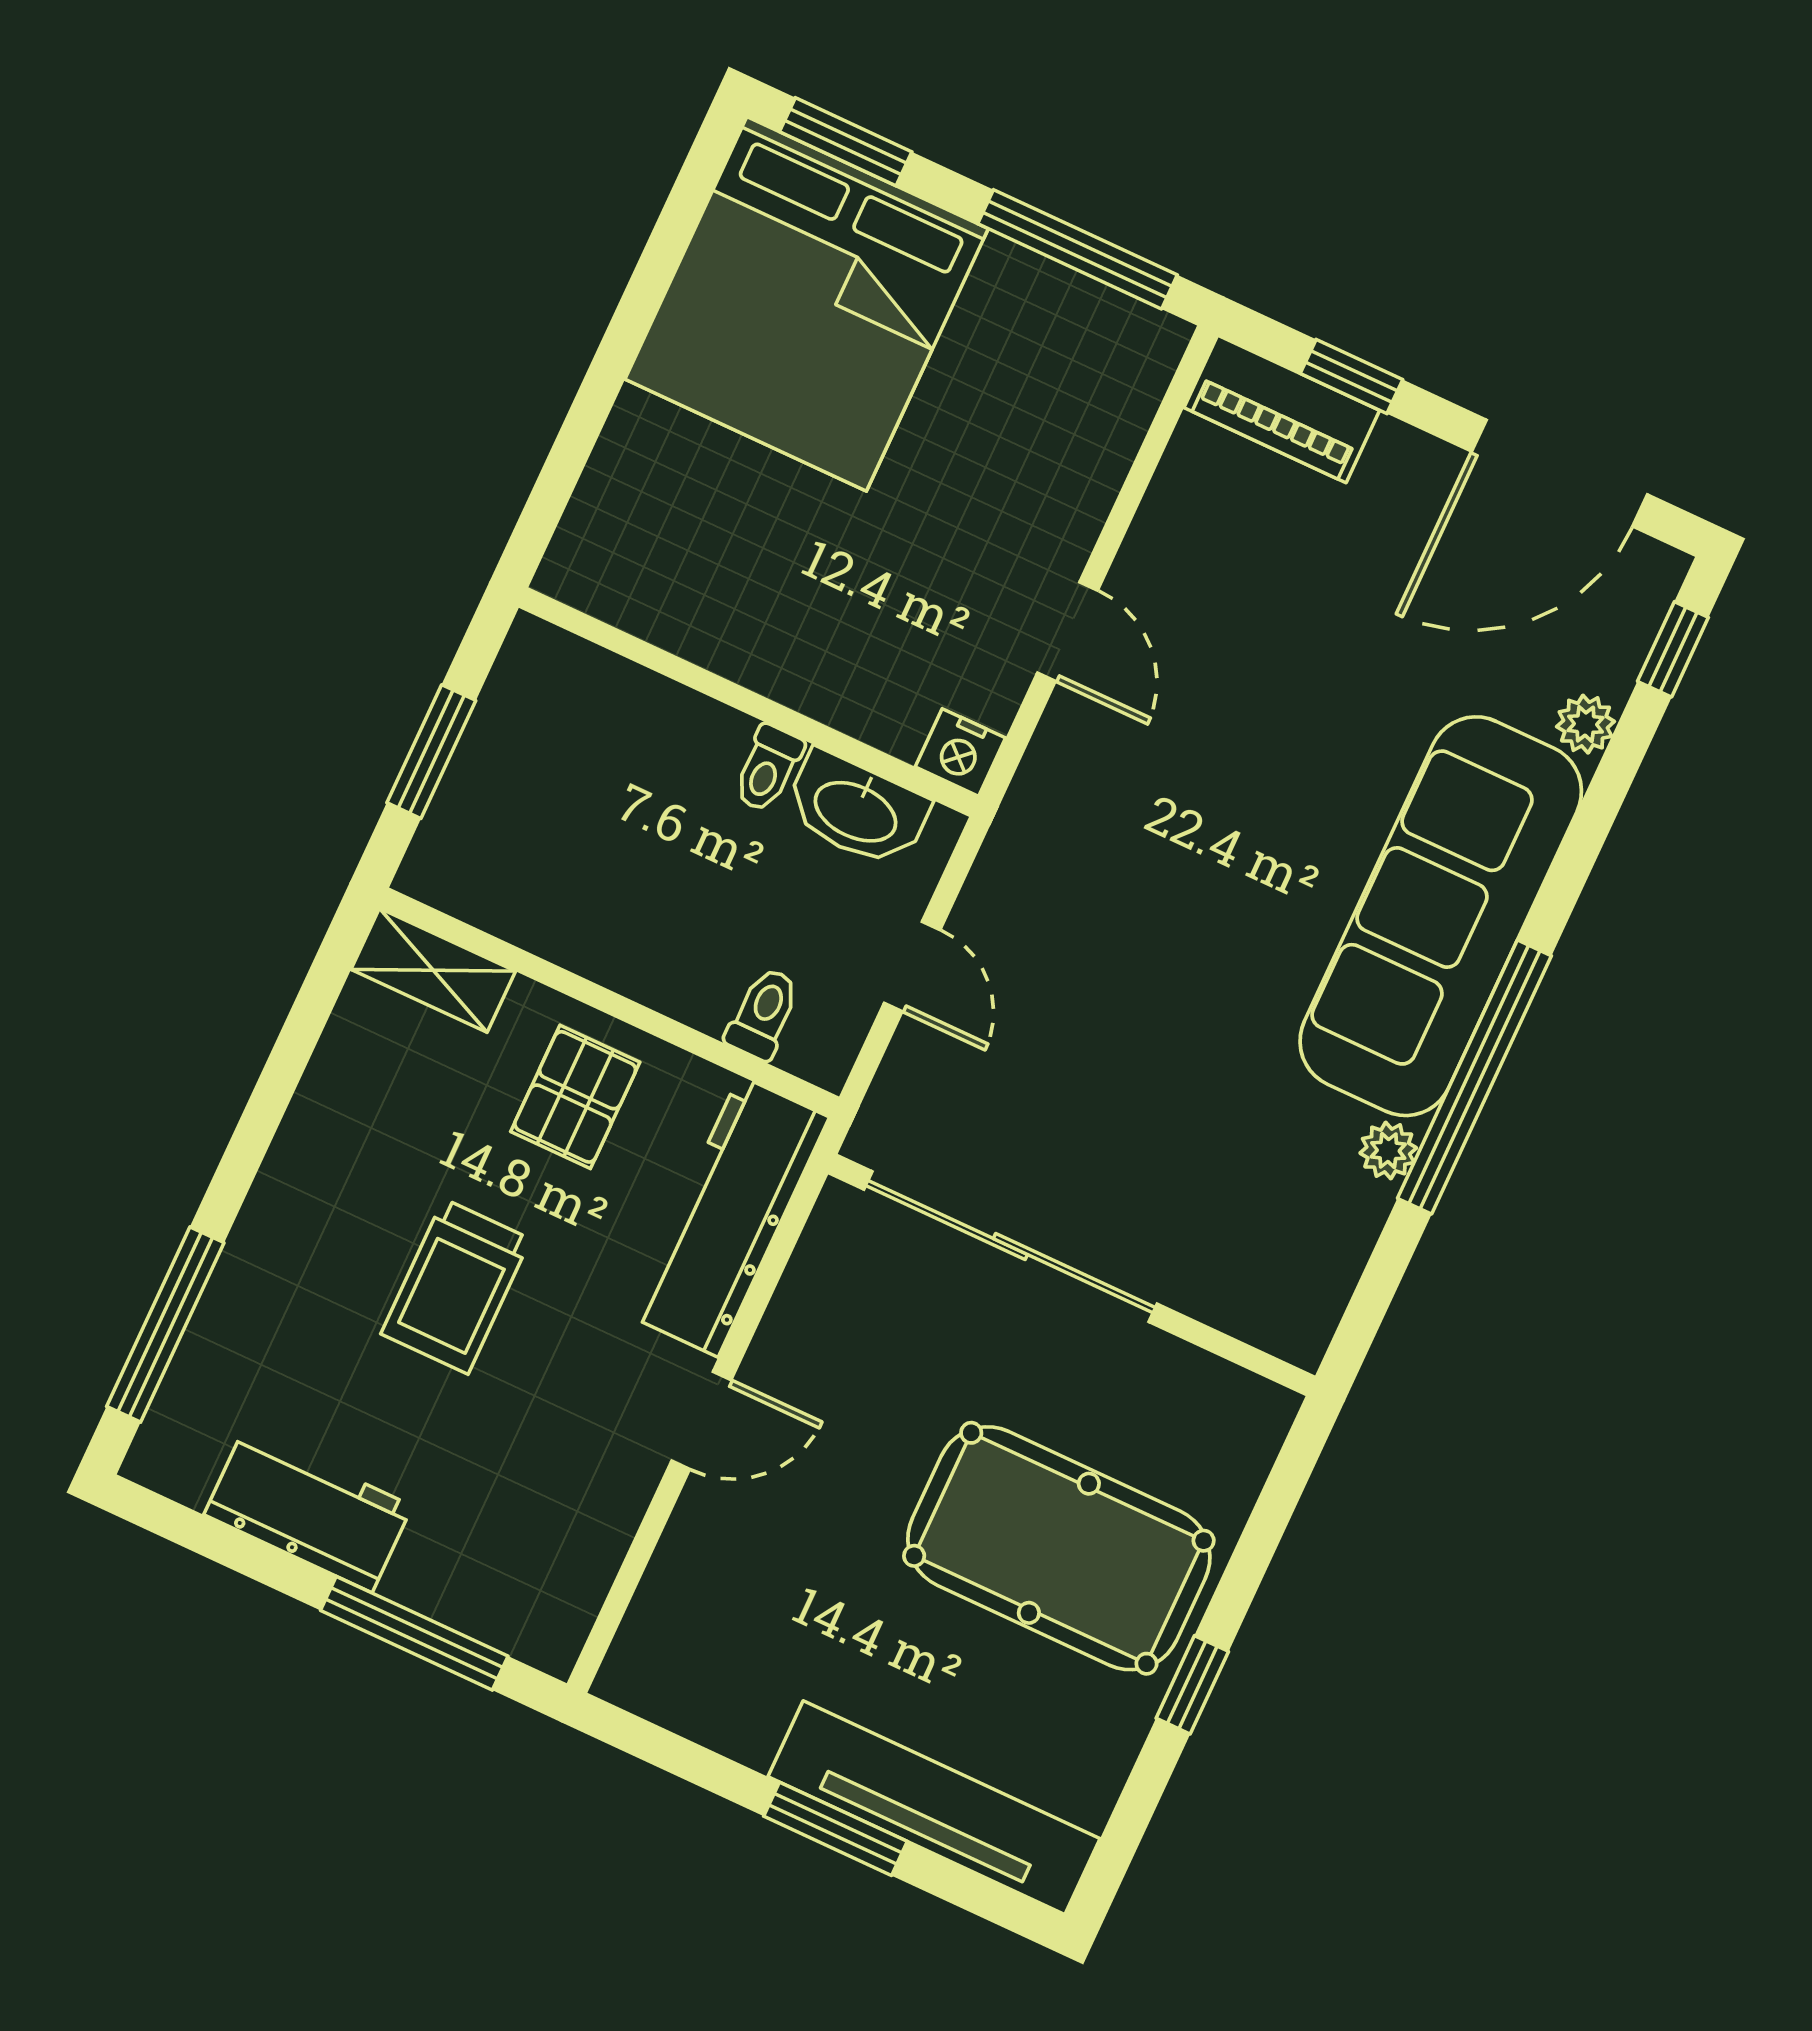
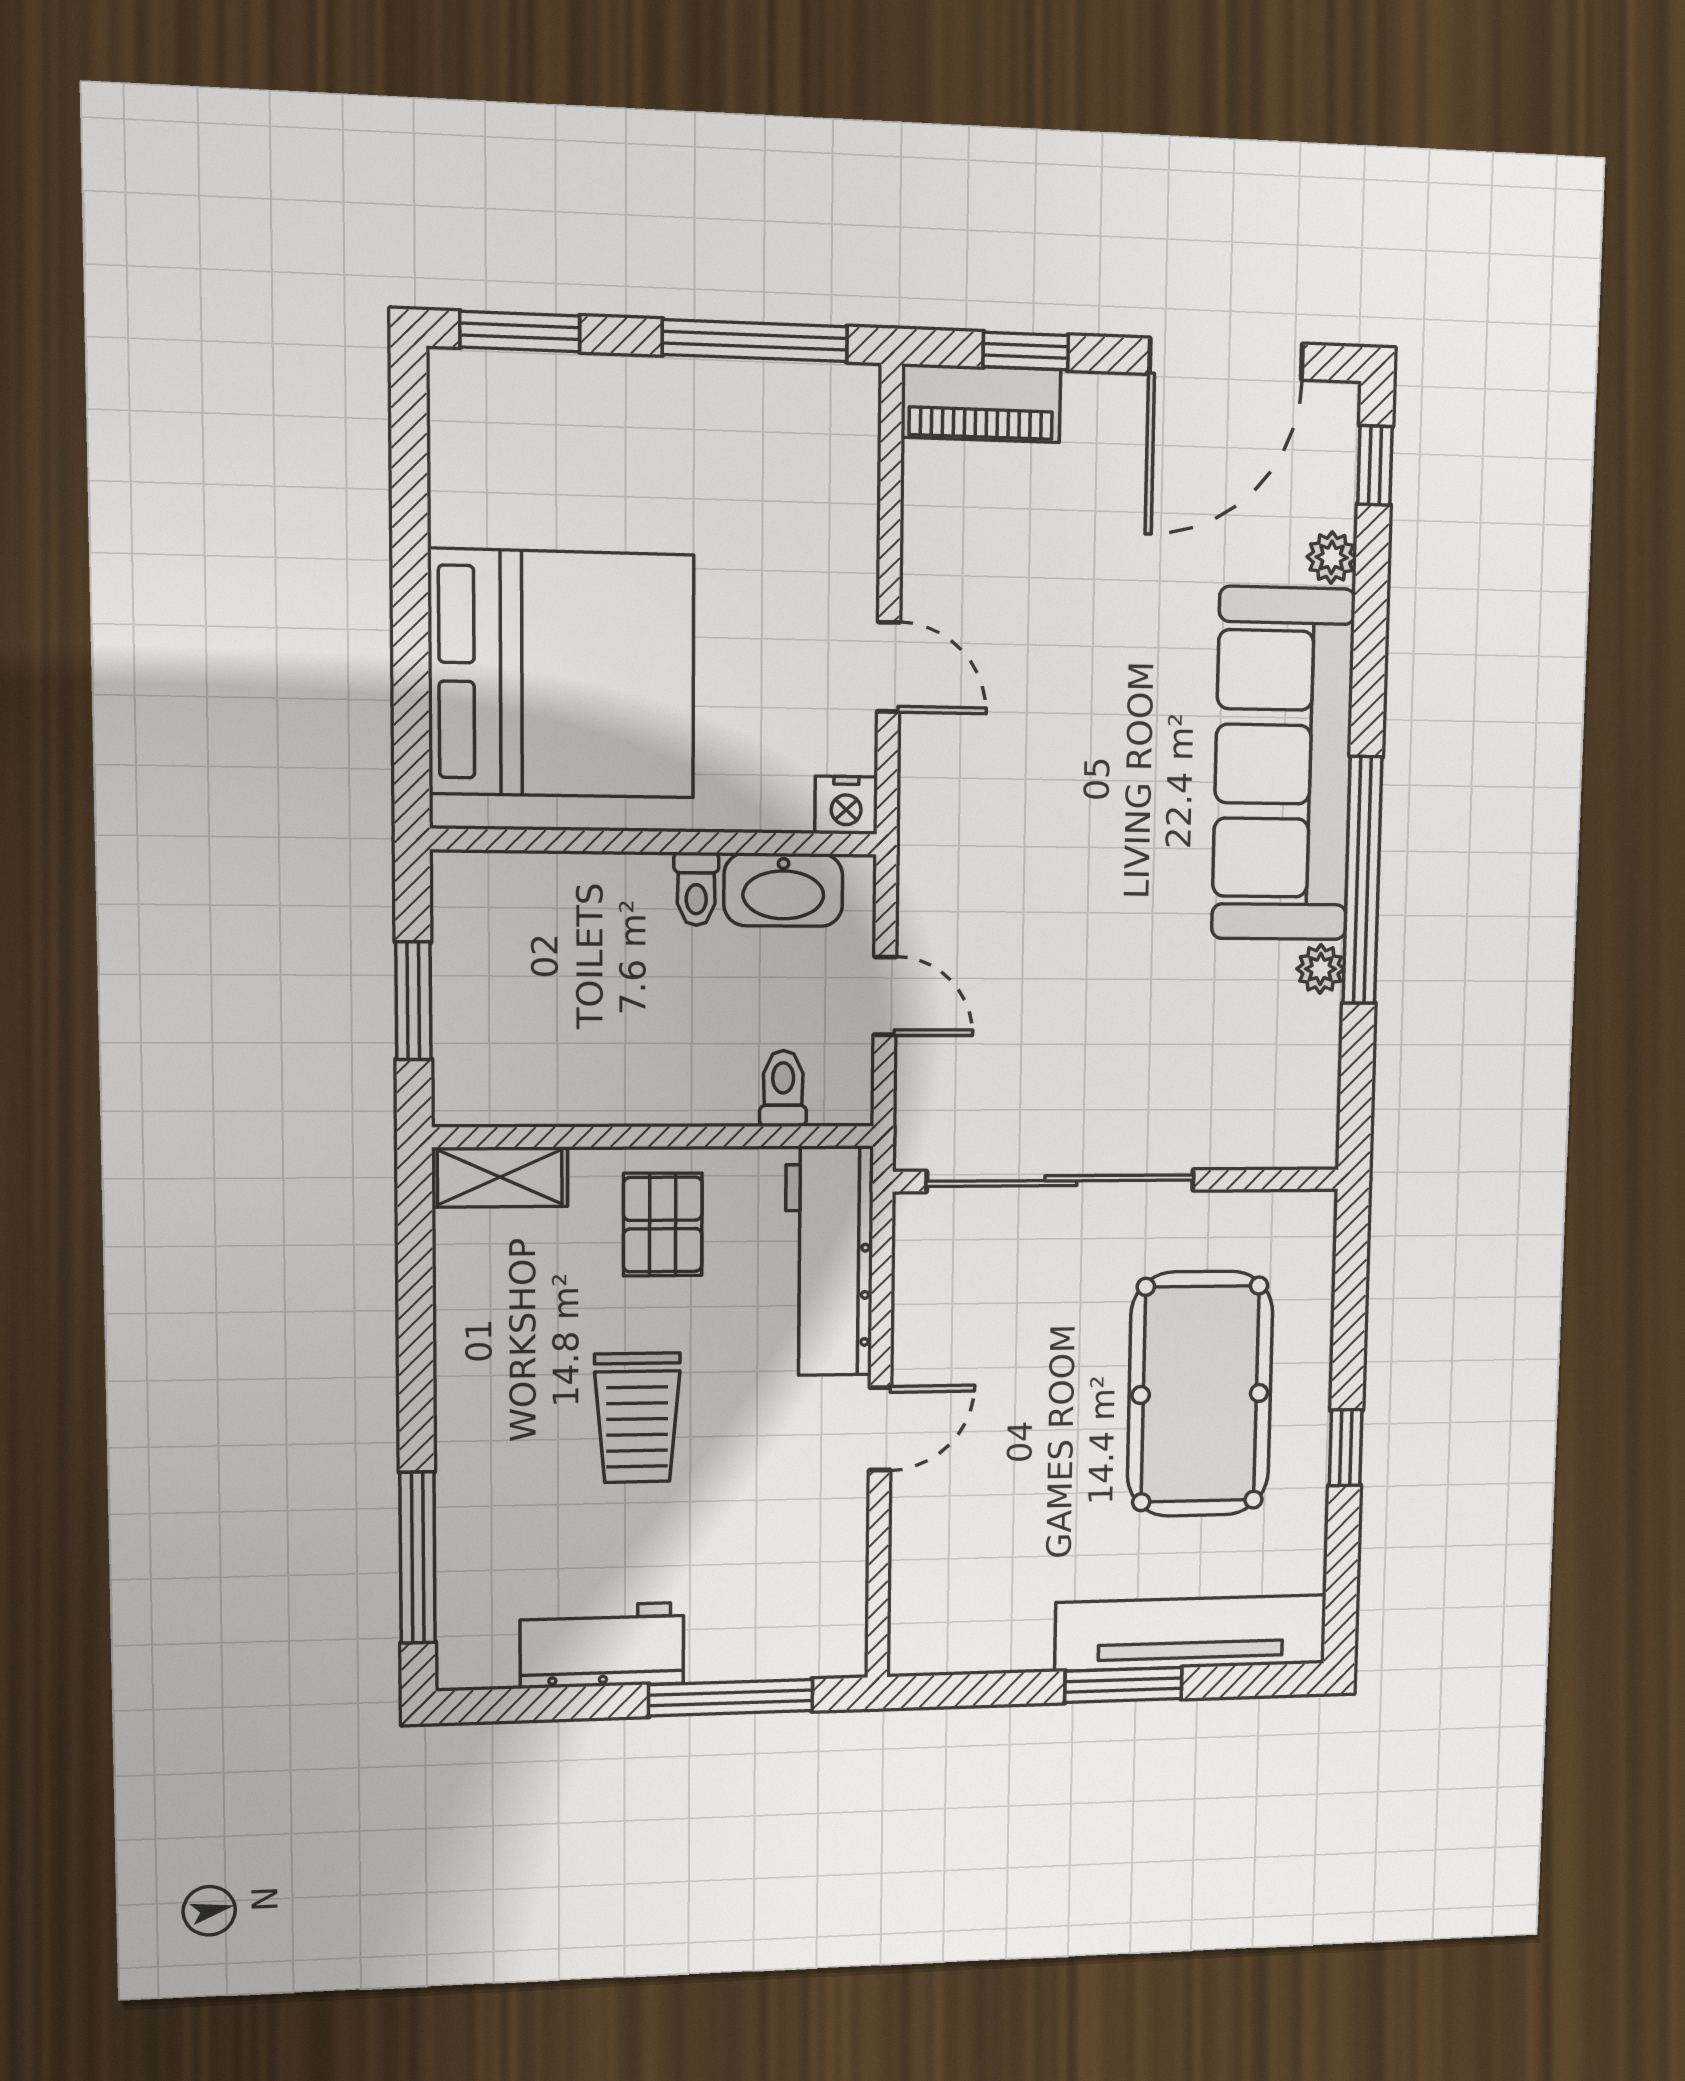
bed: (807, 304) -> (562, 674), moved, turned -90
pool table: (1059, 1548) -> (1200, 1394), turned 90

